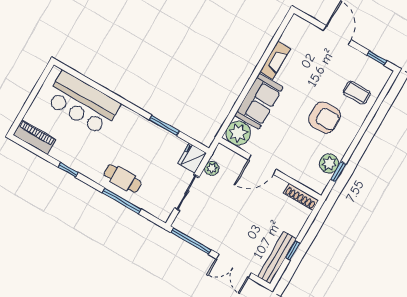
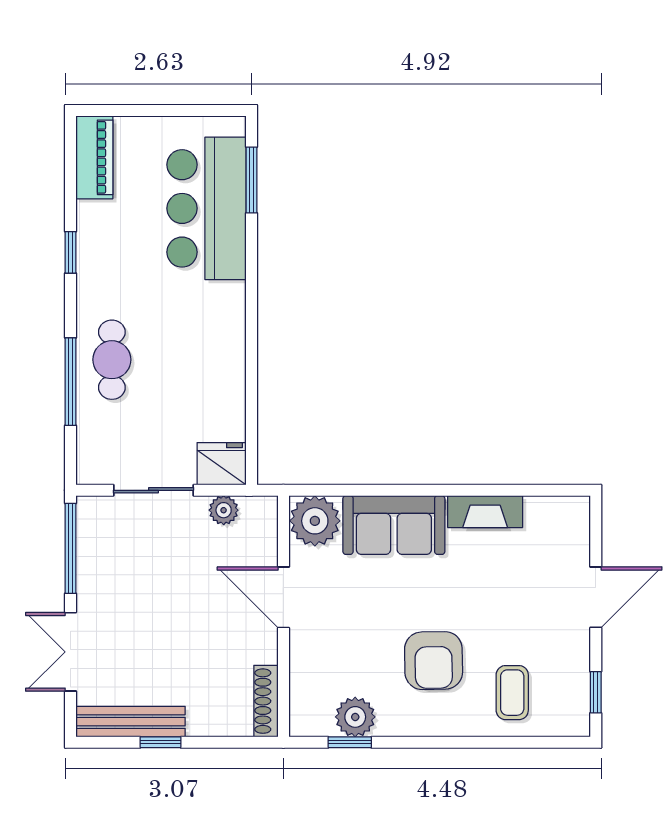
window: (164, 125) -> (252, 180), moved

